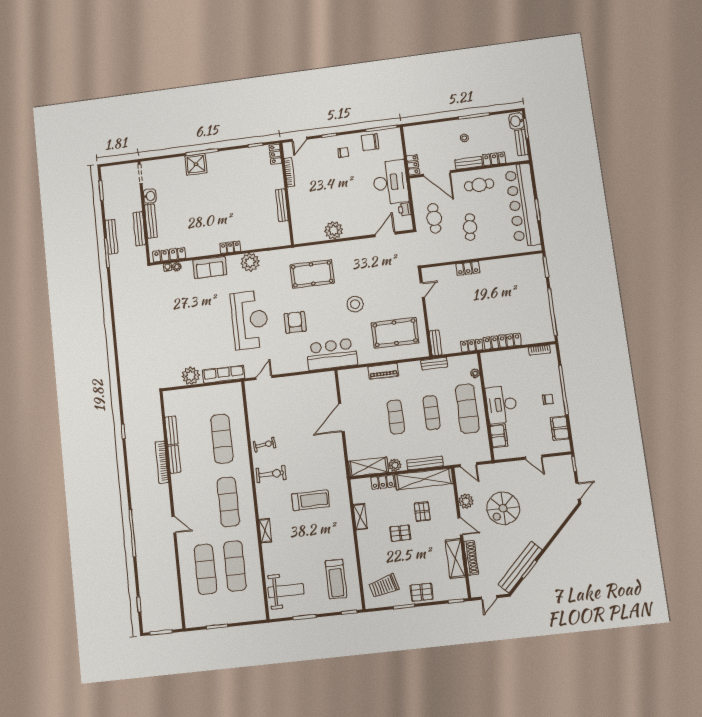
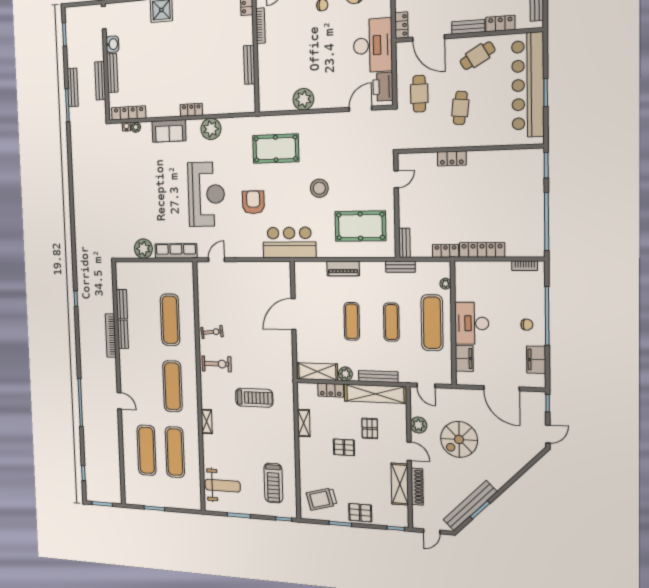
cafe table: (479, 185) -> (478, 56), turned -30
printer: (405, 209) -> (383, 87), width x1.87, depth x1.48
door: (534, 457) -> (501, 388), width x1.87

